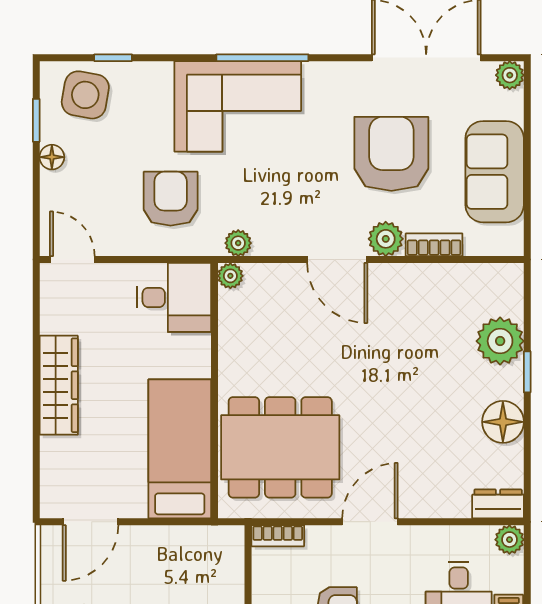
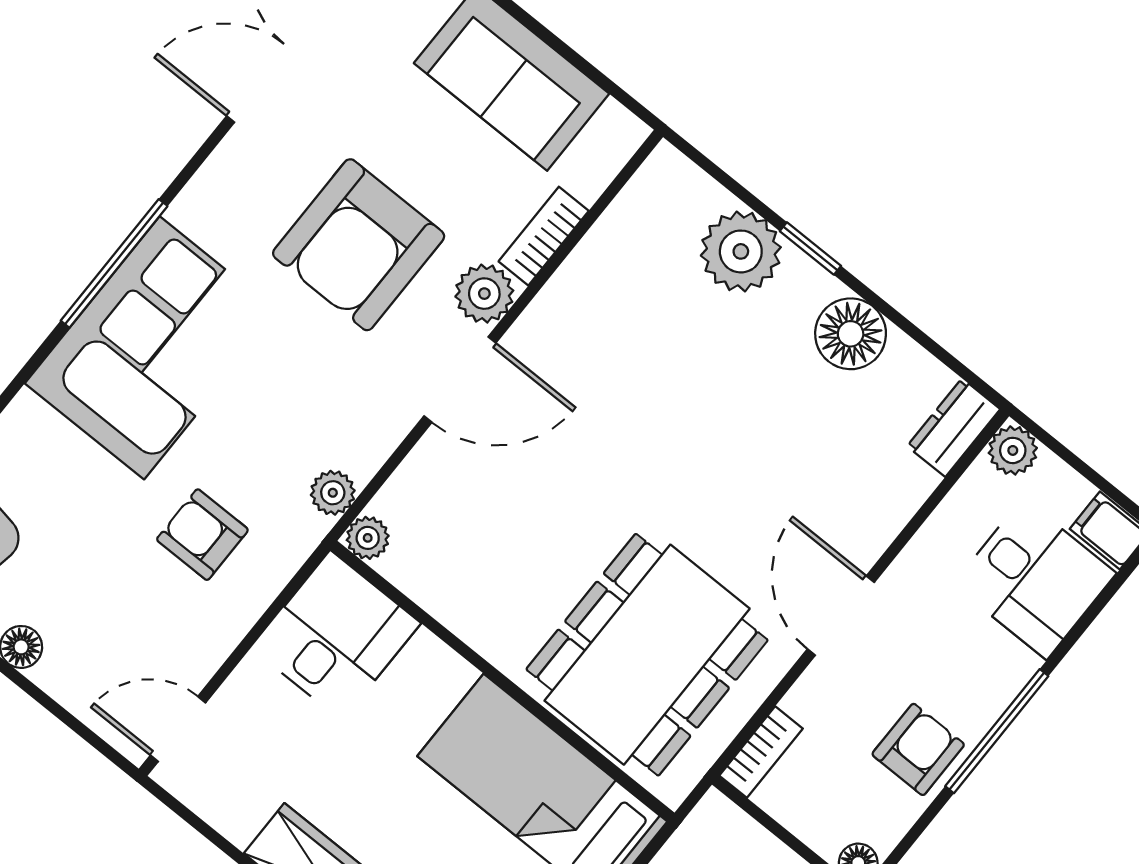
armchair: (391, 154) -> (359, 245), moved, turned -90
armchair: (171, 199) -> (202, 535), width x0.72, depth x0.72

